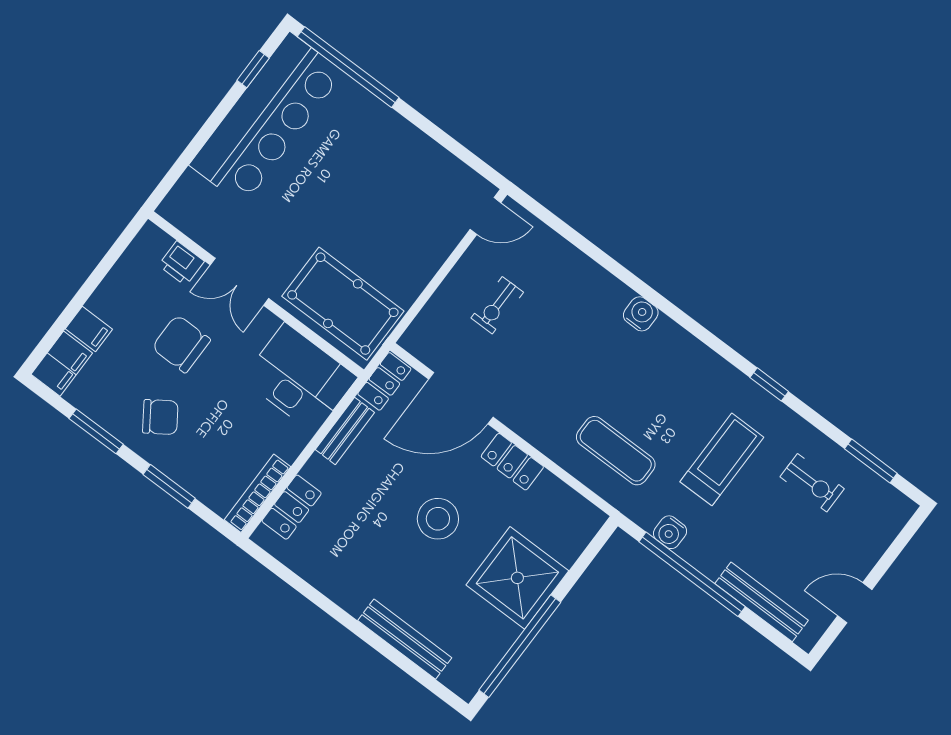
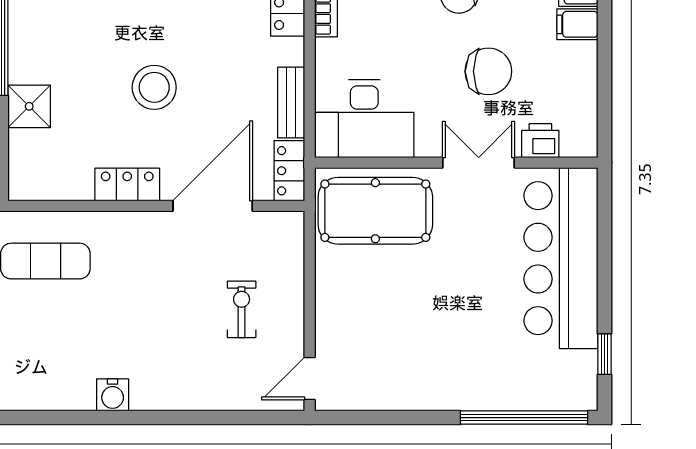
bar counter: (266, 119) -> (561, 258), moved
shower: (517, 578) -> (29, 106), width x0.54, depth x0.54

